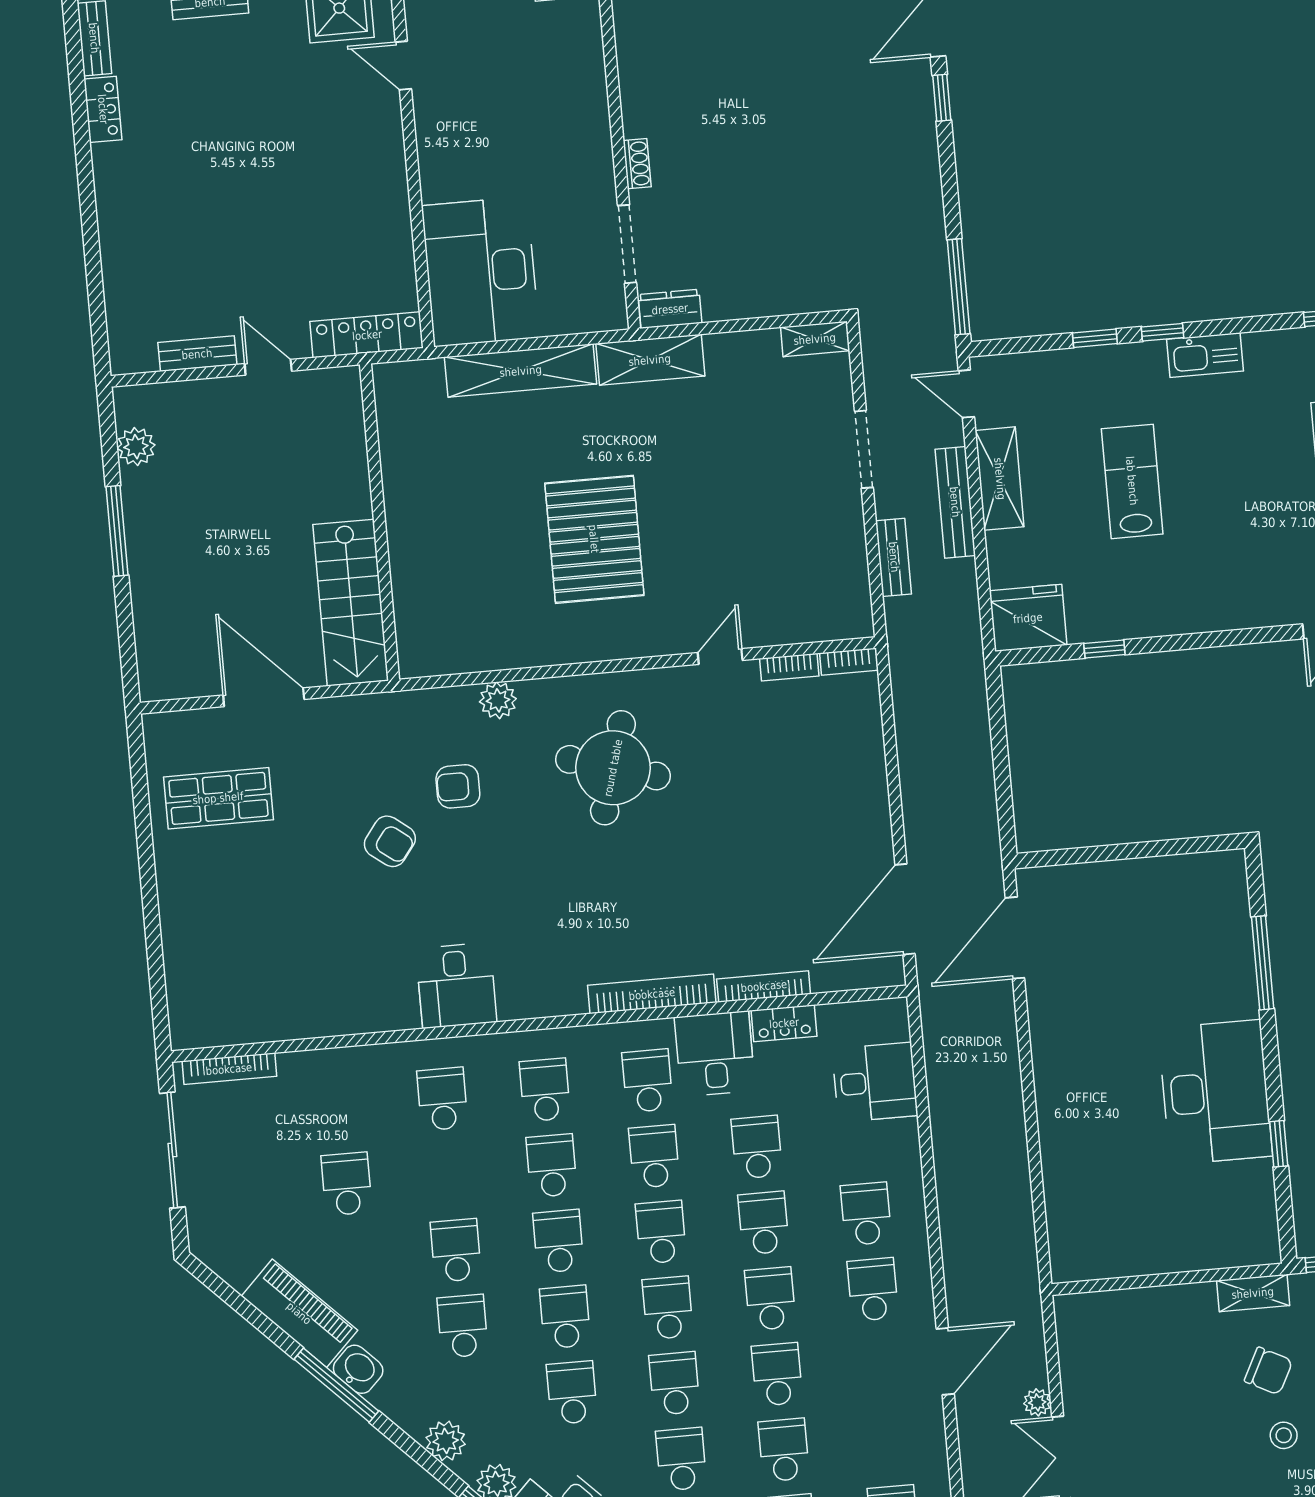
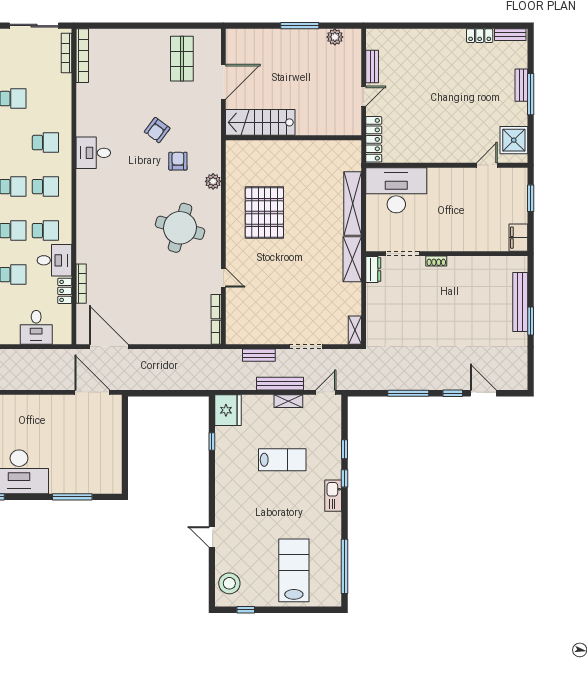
window: (959, 287) -> (408, 393), moved
shelving: (1000, 479) -> (288, 401), width x0.67, depth x0.75
pallet: (594, 539) -> (264, 212), moved, turned 90
bookcase: (652, 994) -> (82, 56), moved

